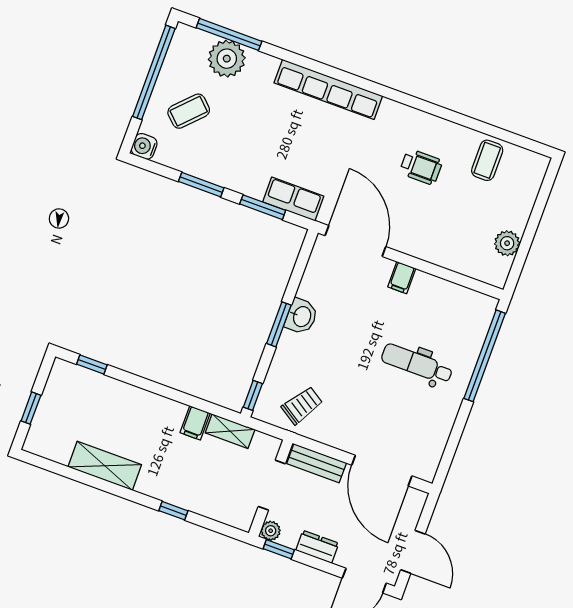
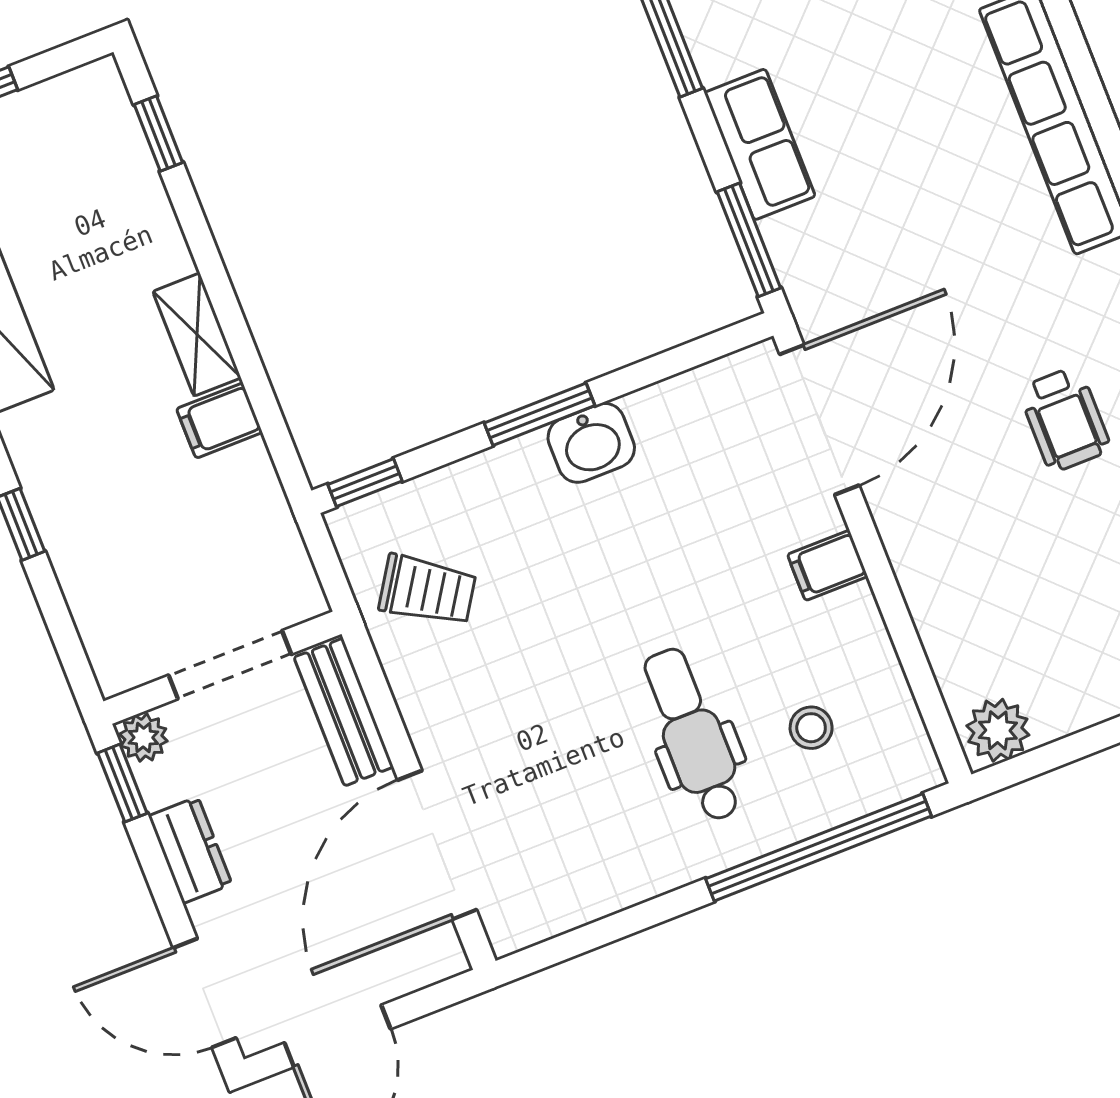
row of seats: (293, 199) -> (760, 144), moved
window: (263, 207) -> (749, 240), moved
plant: (507, 243) -> (998, 730), moved
stool: (446, 326) -> (811, 728), added
shelving: (230, 431) -> (197, 335), moved

